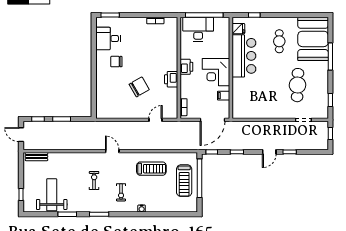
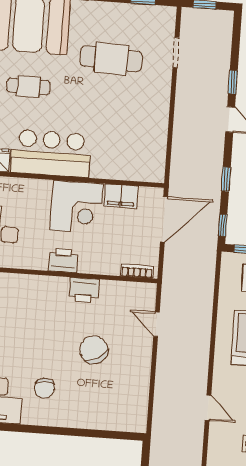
filing cabinet: (224, 96) -> (121, 196), width x2.00
door: (213, 120) -> (164, 219), hinge flipped
door: (112, 151) -> (208, 408), swing flipped

